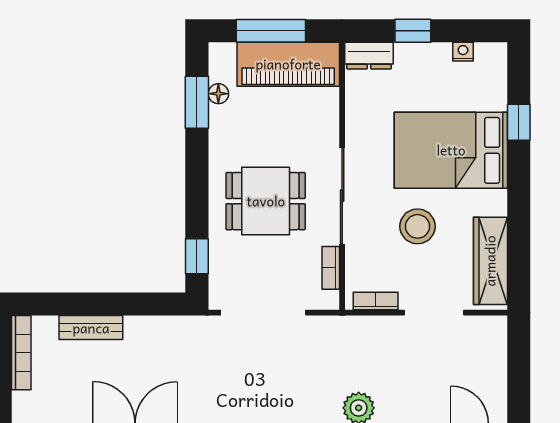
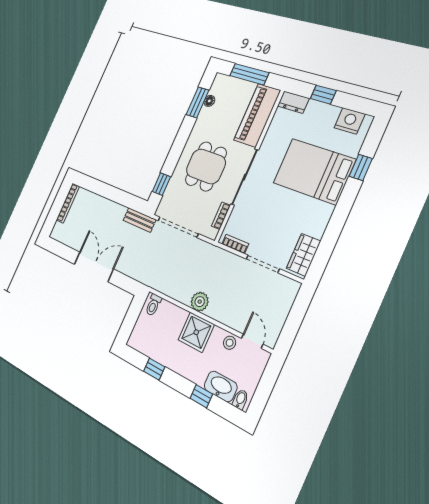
nightstand: (463, 52) -> (350, 121), width x1.89, depth x1.79
piano: (288, 64) -> (257, 115), moved, turned 90
dining table: (266, 201) -> (206, 166), turned 90
stool: (417, 226) -> (276, 209), removed
wardrobe: (490, 261) -> (304, 255), width x0.67
bench: (91, 328) -> (139, 220), moved

